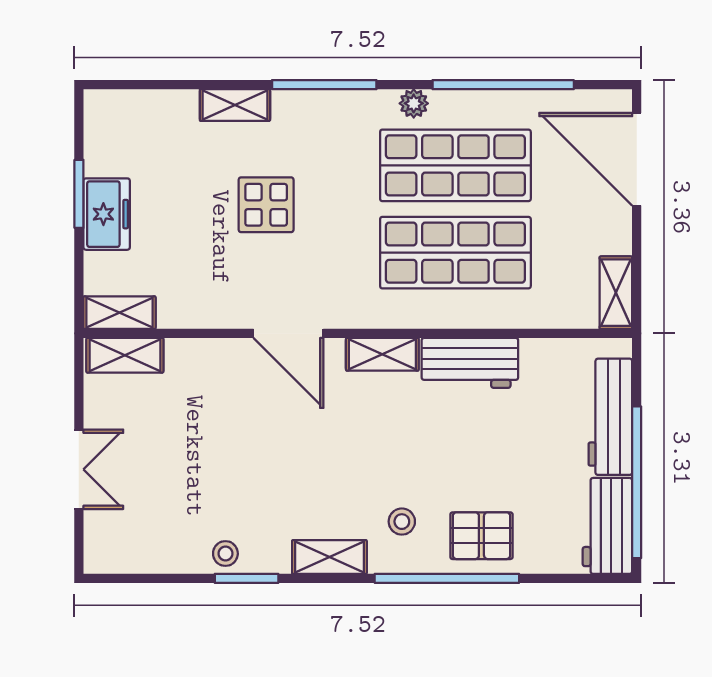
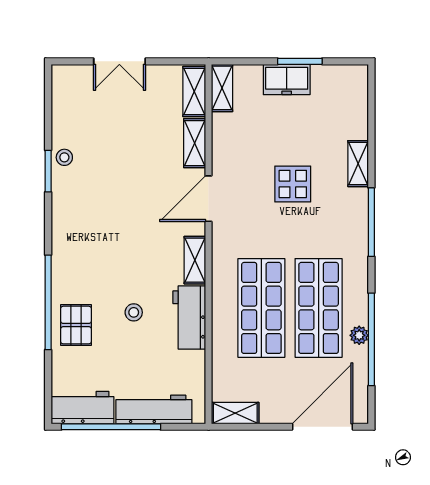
plant: (414, 103) -> (359, 335), moved
stool: (402, 522) -> (134, 312), moved
shelving: (329, 557) -> (195, 143), moved

